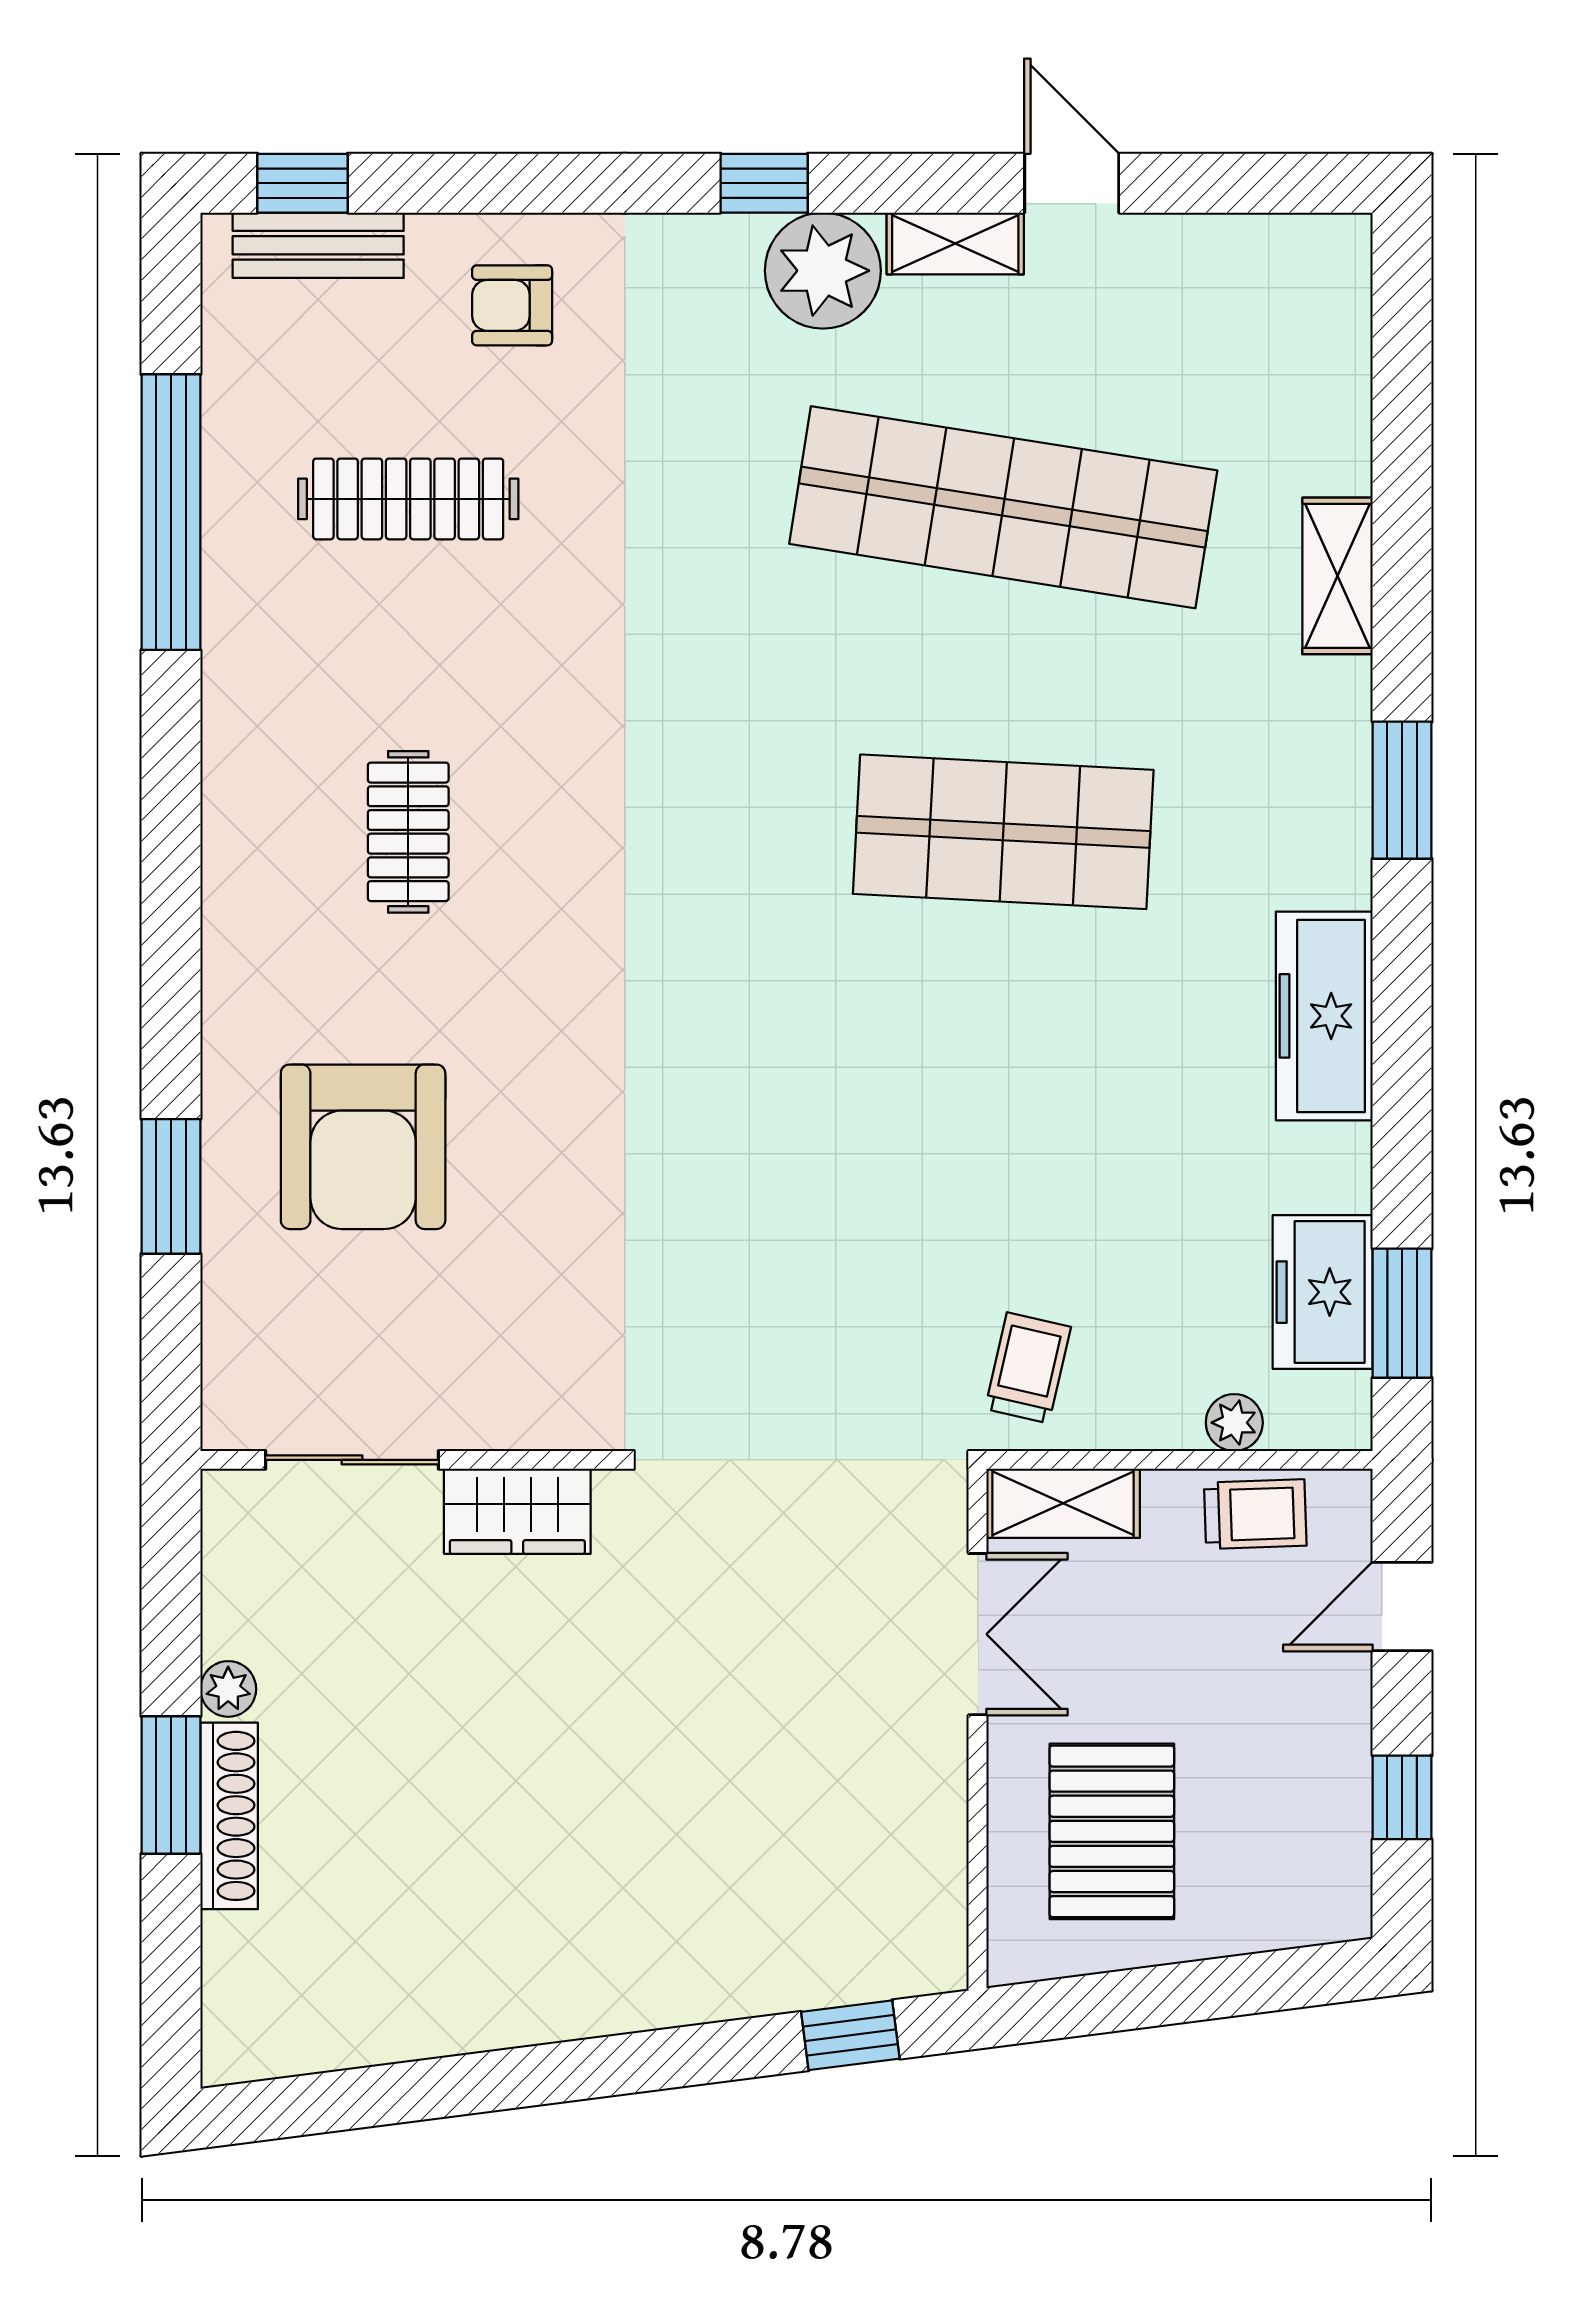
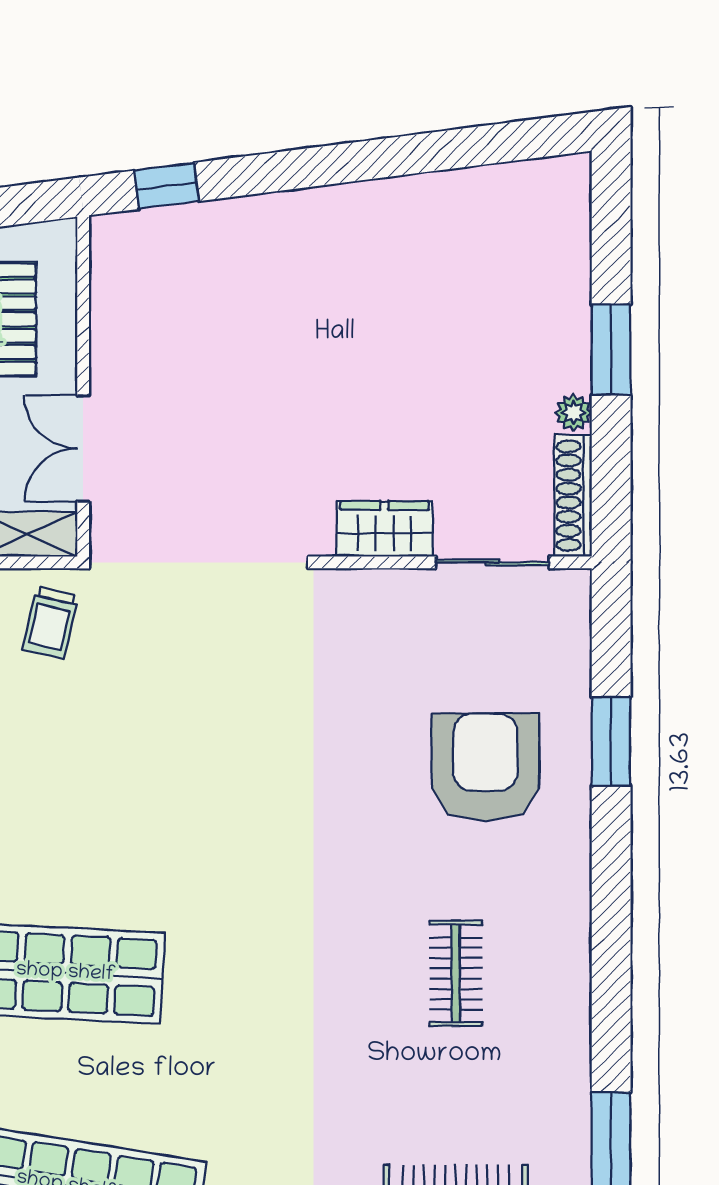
shoe rack: (229, 1816) -> (573, 496), moved

